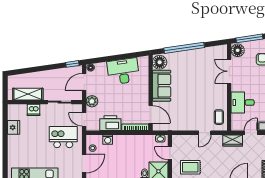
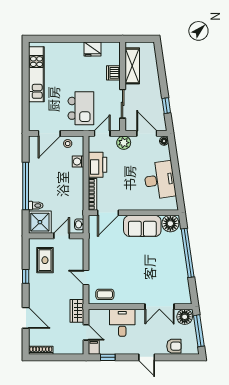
window: (72, 64) -> (166, 106), moved
double door: (229, 71) -> (159, 307), swing flipped
door: (84, 164) -> (49, 133), hinge flipped

